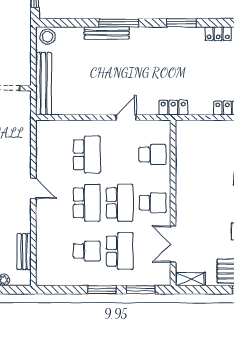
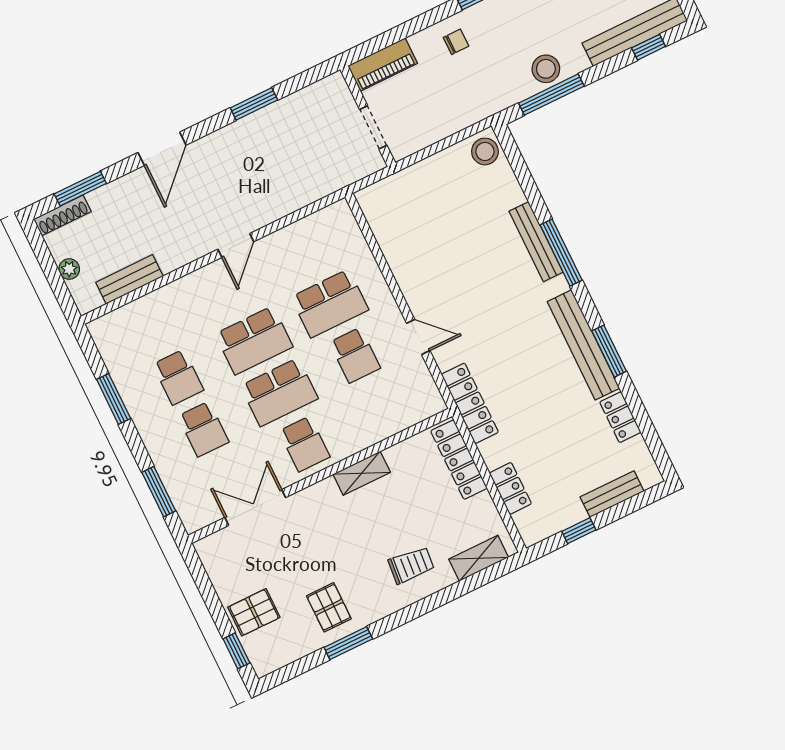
bench: (44, 84) -> (583, 345), moved, turned 90
locker: (173, 108) -> (470, 403), width x1.53
locker: (199, 127) -> (459, 460), added
school desk: (153, 155) -> (355, 355), moved
school desk: (120, 251) -> (203, 429), width x0.54
shelving: (190, 279) -> (362, 473), moved, turned 90
window: (102, 290) -> (114, 399), moved

